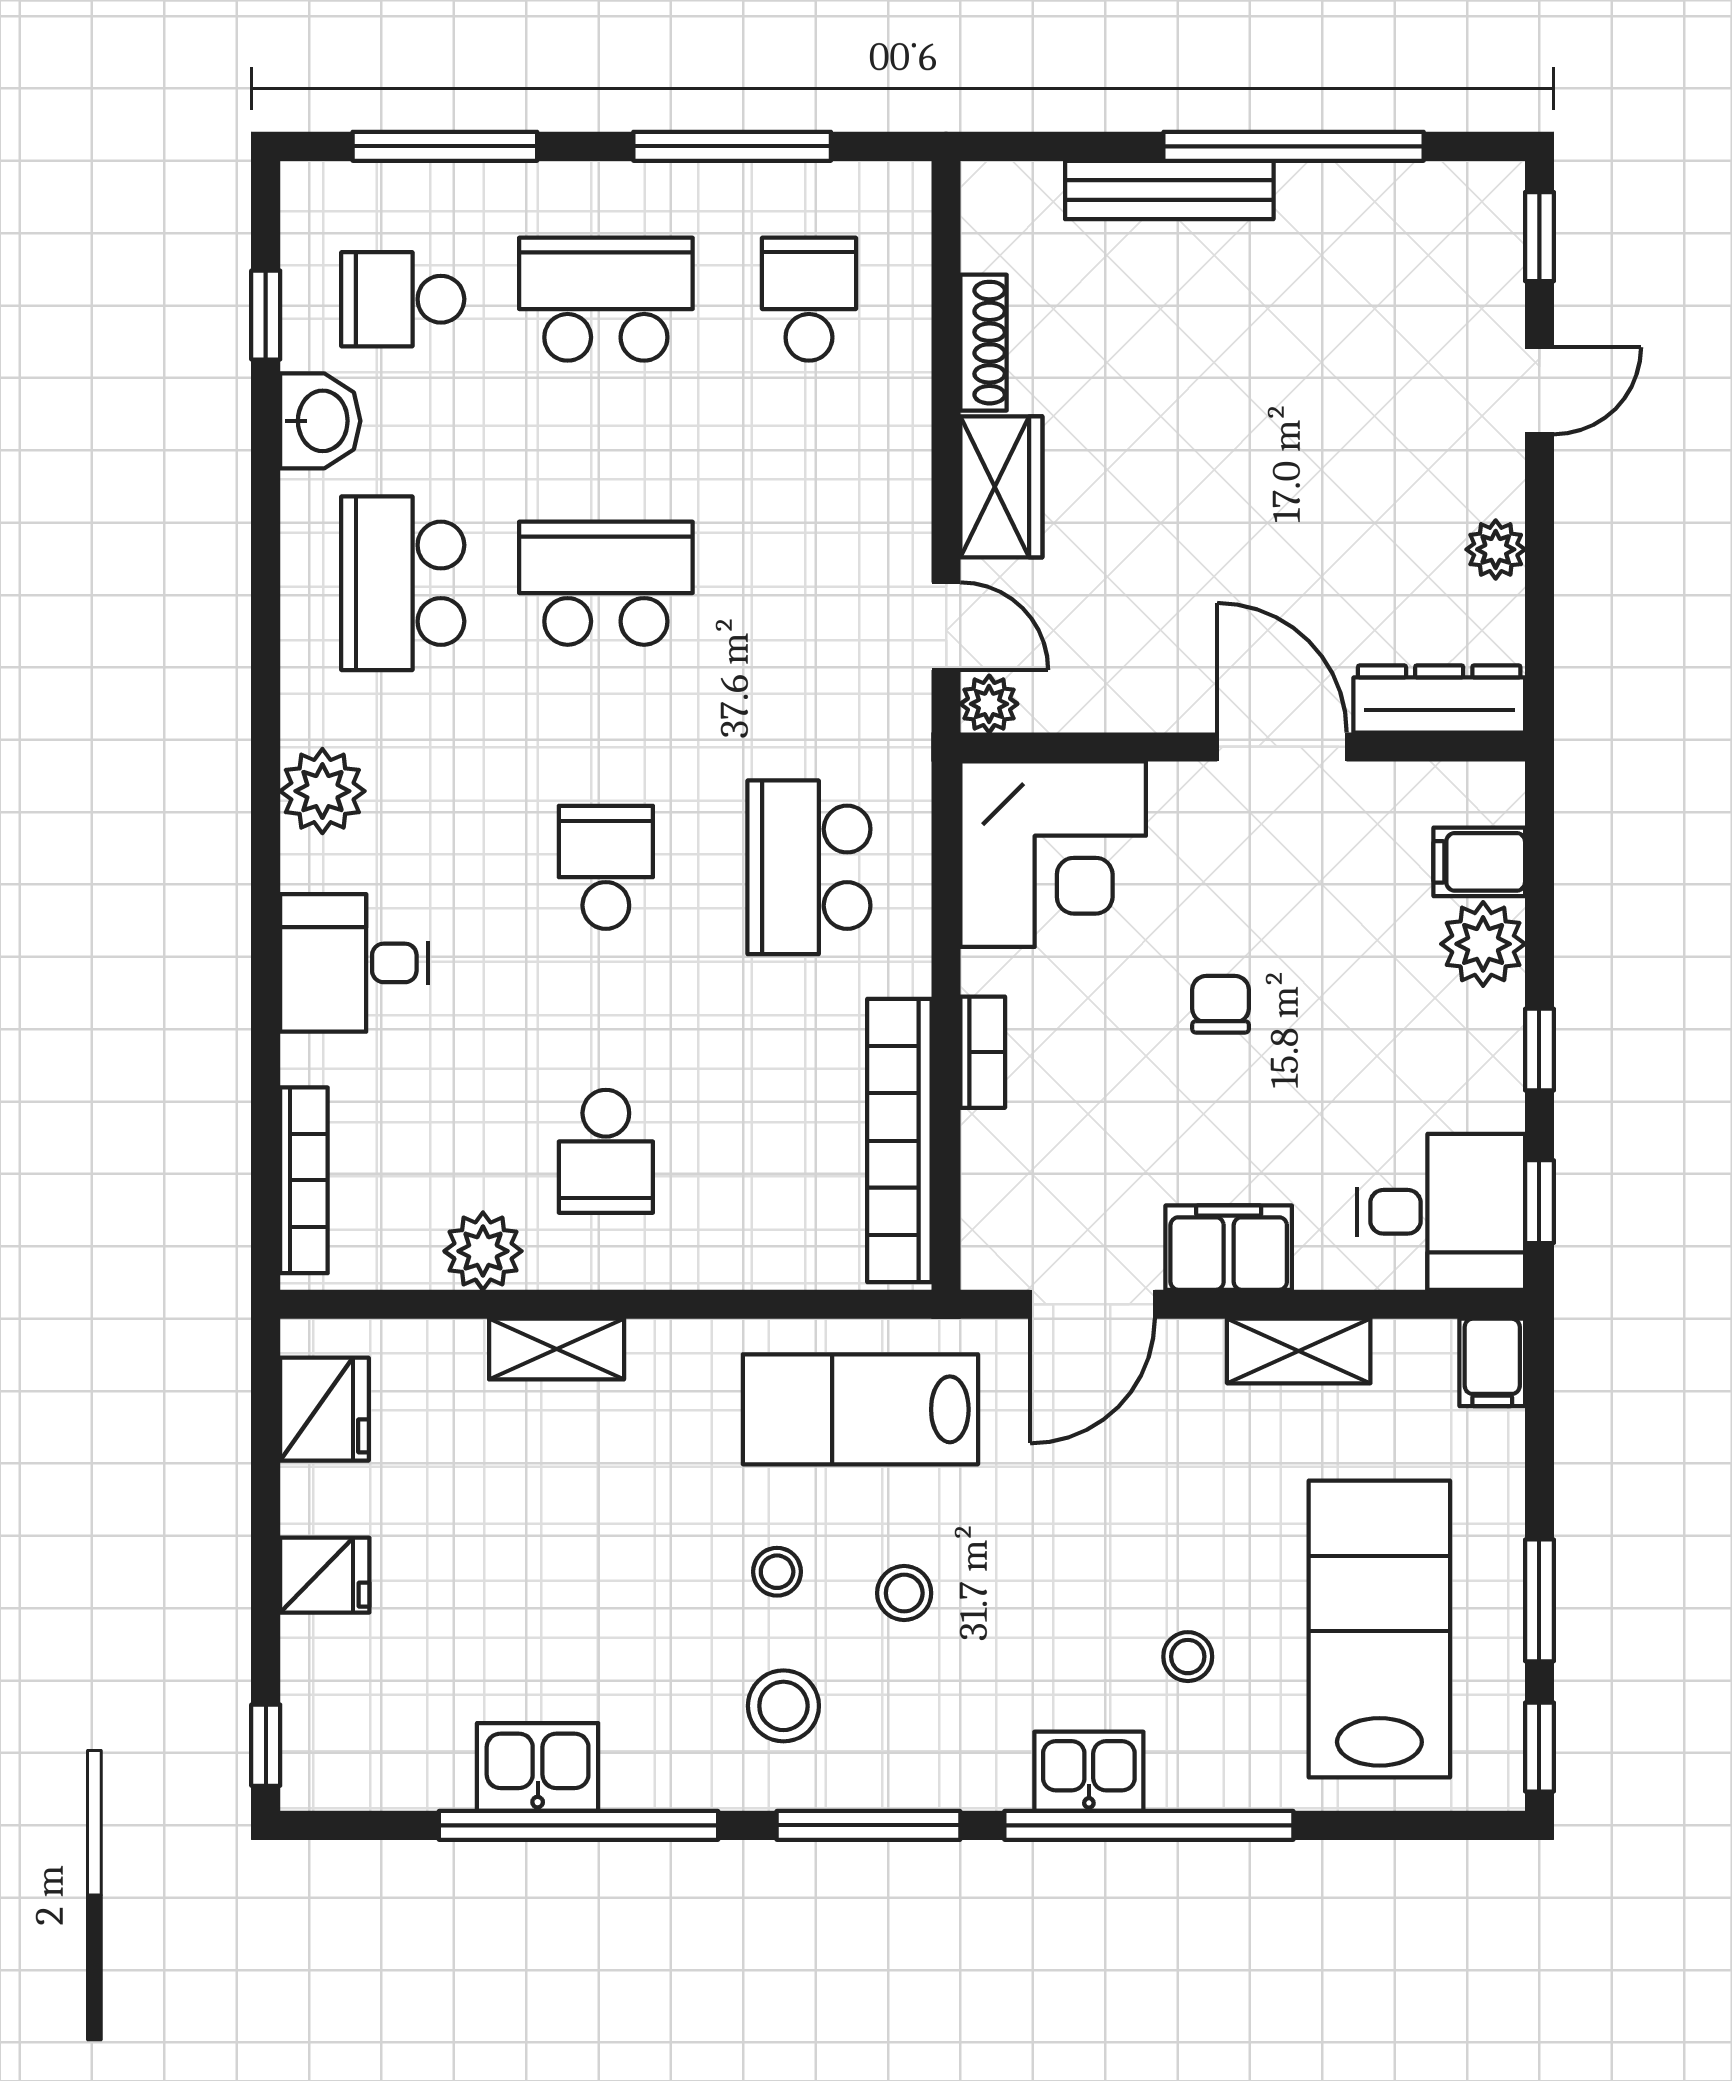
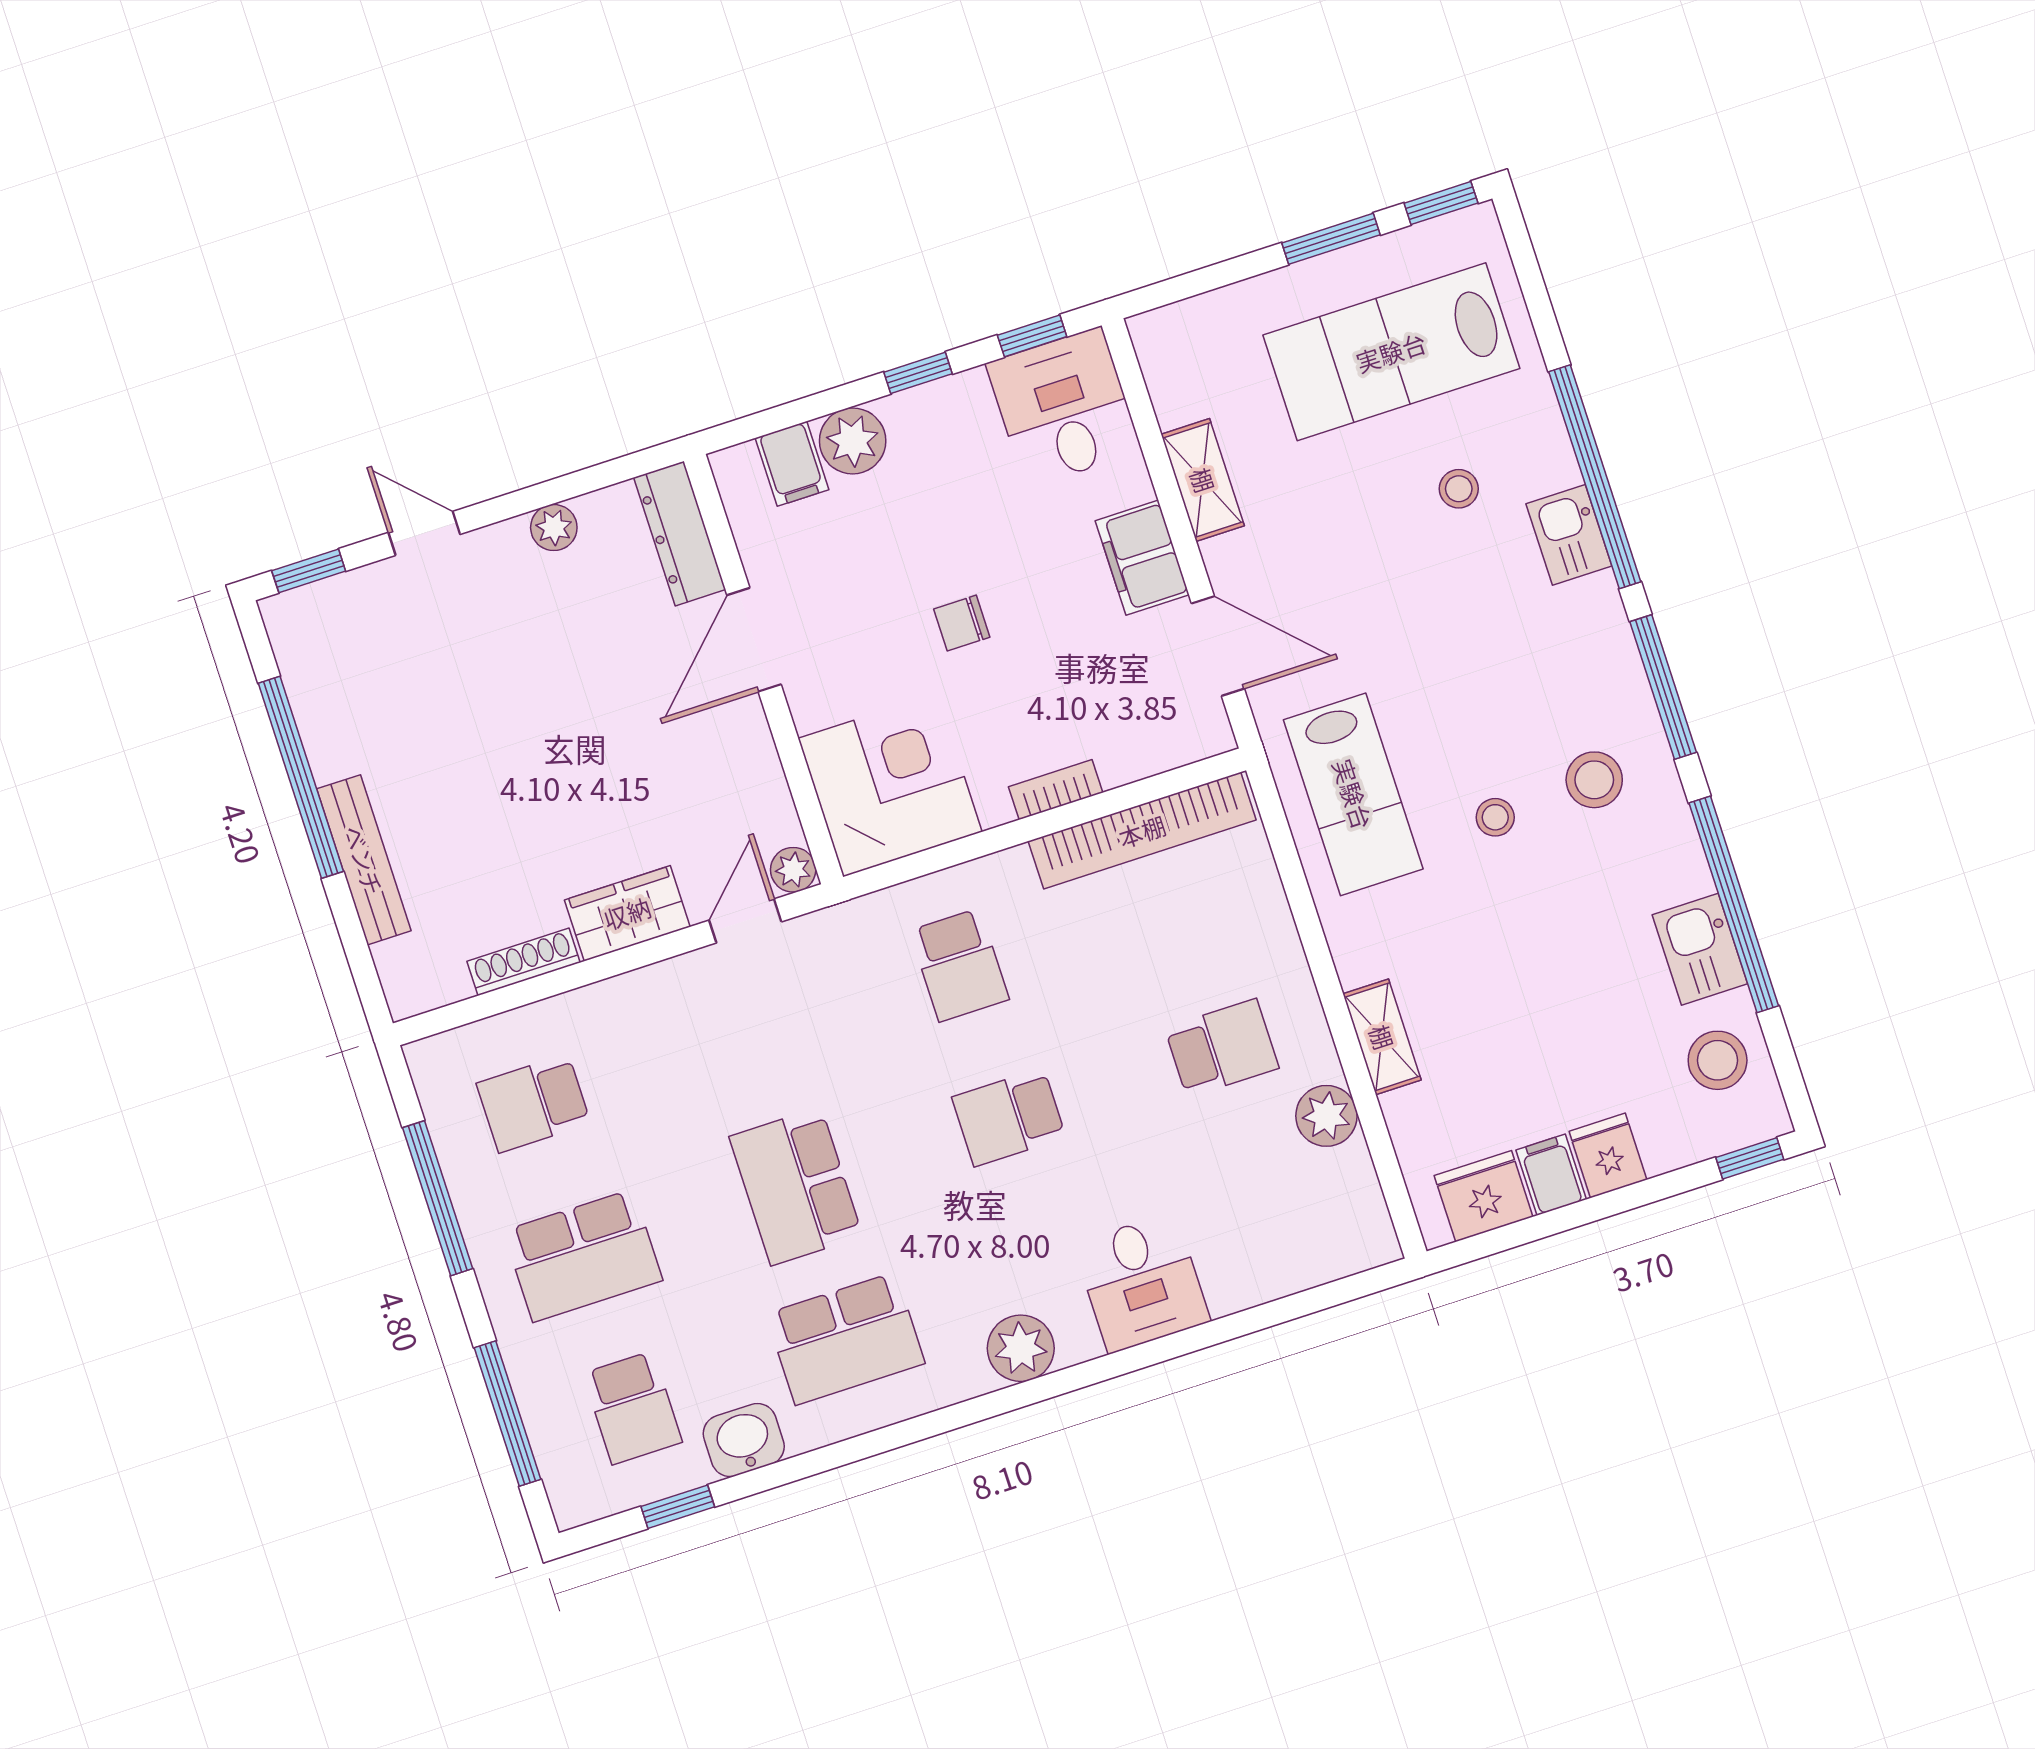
school desk: (606, 299) -> (583, 1256), turned -90
school desk: (809, 867) -> (959, 965), width x0.54
bookcase: (304, 1180) -> (1317, 1267), removed
filing cabinet: (1492, 1362) -> (1551, 1175), moved, turned -90
stool: (904, 1593) -> (1718, 1060), moved, width x1.37, depth x1.37

